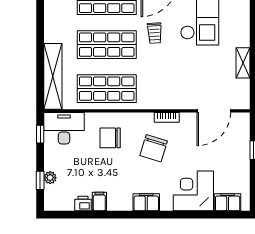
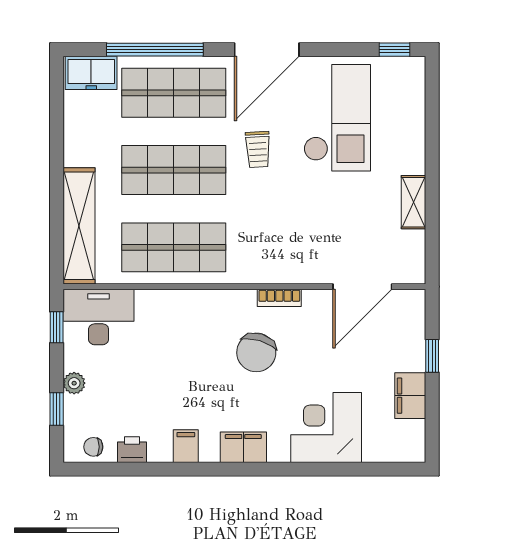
chair: (110, 138) -> (93, 447), moved, width x0.54, depth x0.54
plant: (50, 178) -> (74, 383), moved
filing cabinet: (99, 202) -> (186, 446), moved
filing cabinet: (228, 202) -> (410, 396), moved, turned -90

